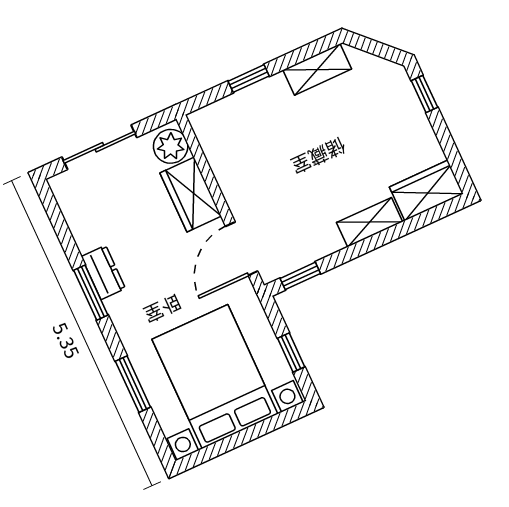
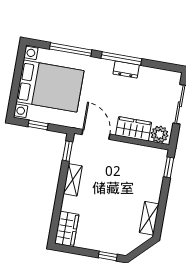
window: (249, 79) -> (169, 167), moved
shelving: (370, 222) -> (73, 180), moved
window: (91, 293) -> (121, 58), width x1.44
window: (133, 384) -> (71, 49), width x1.44

